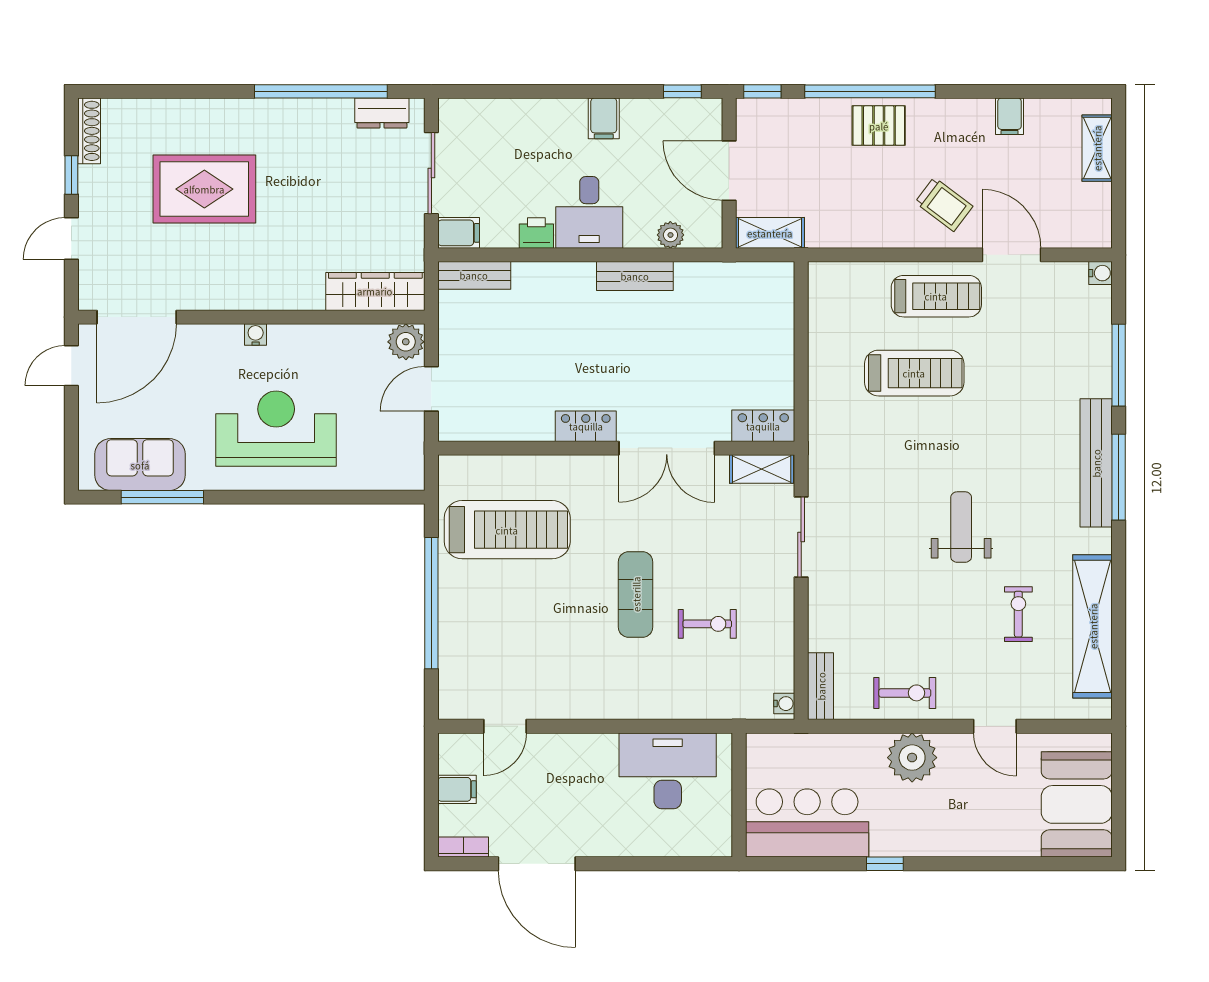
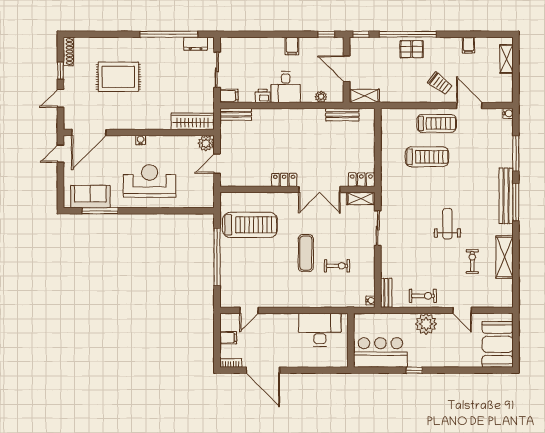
bench: (635, 276) -> (342, 115), moved
shelving: (1093, 626) -> (505, 257), width x0.68

